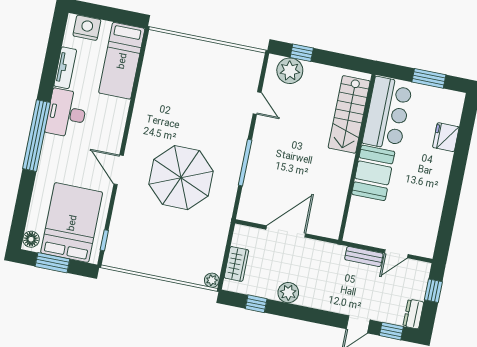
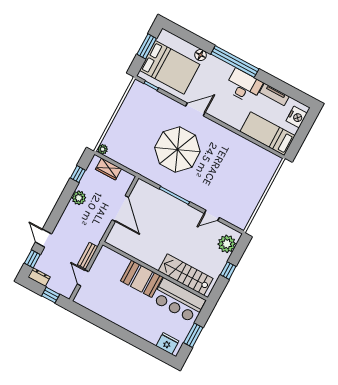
window: (302, 53) -> (228, 271), moved
fridge: (446, 137) -> (167, 344), moved
floor lamp: (31, 239) -> (201, 55), moved

